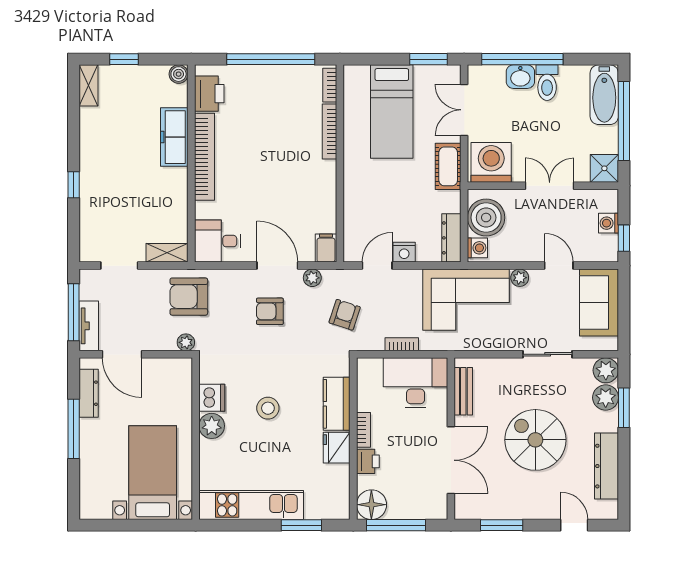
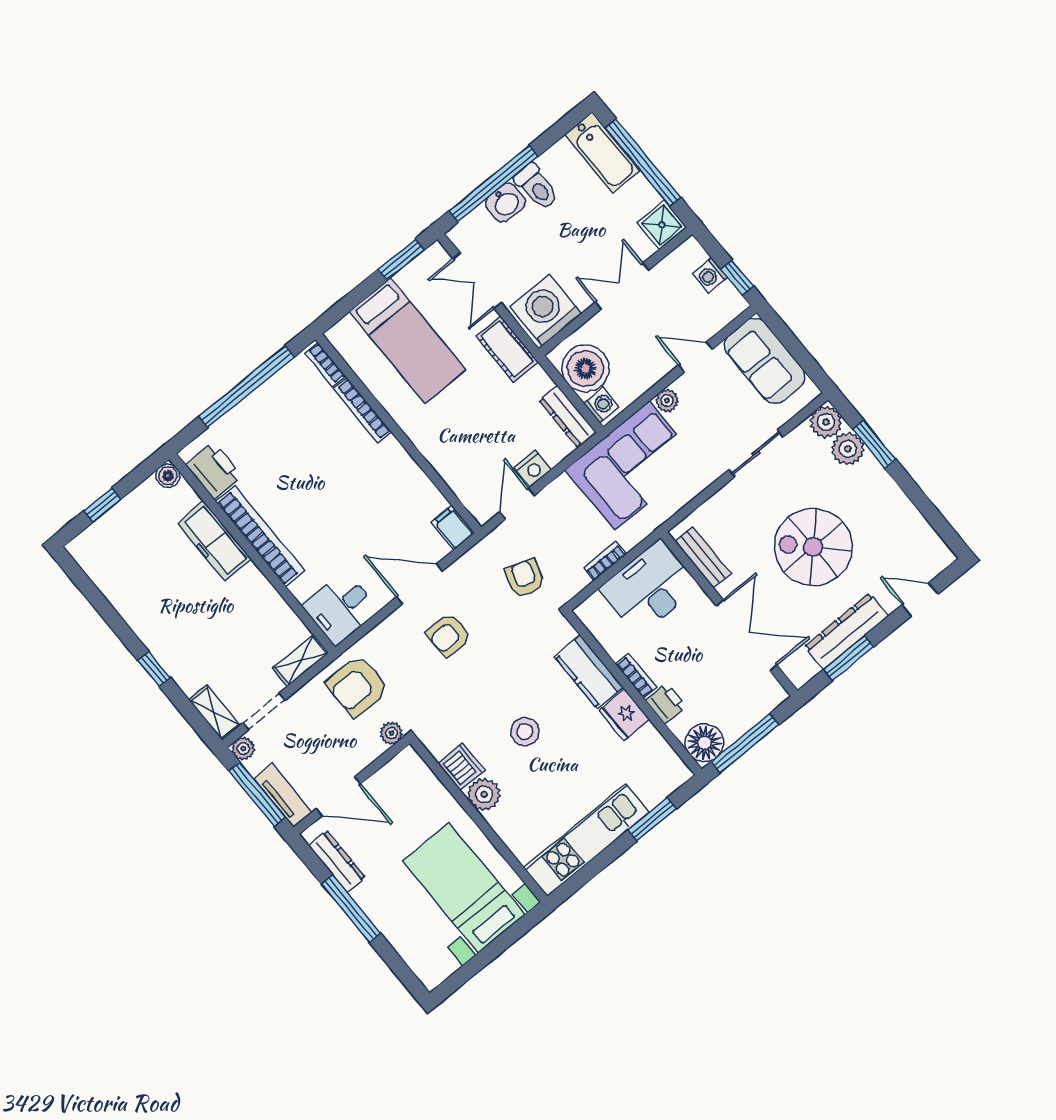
shelving: (88, 85) -> (214, 713), moved
plant: (312, 278) -> (243, 749), moved
dresser: (607, 466) -> (846, 631), moved, turned 90

